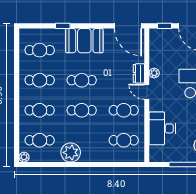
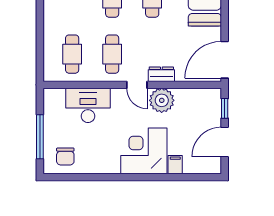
plant: (154, 73) -> (162, 100), width x1.87, depth x1.87
door: (147, 92) -> (137, 85), swing flipped

